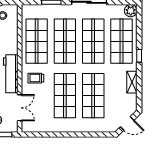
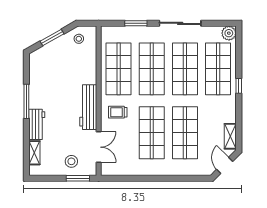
shelving: (132, 82) -> (230, 136), moved
door: (127, 123) -> (225, 165), swing flipped

